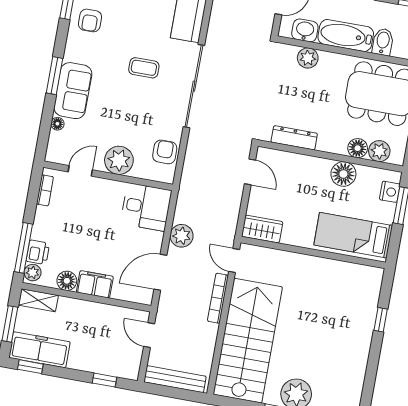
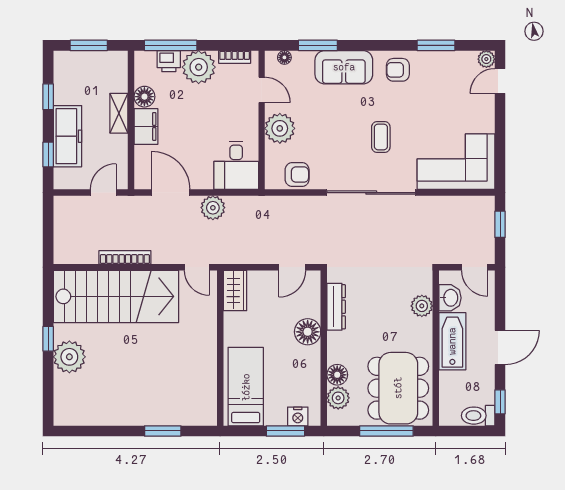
armchair: (90, 20) -> (398, 70), moved
bidet: (383, 42) -> (453, 381), removed
window: (55, 76) -> (318, 45), moved
floor lamp: (57, 124) -> (284, 57), moved
floor lamp: (343, 174) -> (308, 332), moved
door: (234, 261) -> (197, 267), swing flipped
plant: (33, 273) -> (199, 67), moved, width x1.88, depth x1.88
bookcase: (218, 298) -> (125, 257), moved
shelving: (38, 300) -> (119, 113), moved
window: (381, 320) -> (163, 431), width x1.50
freezer: (40, 350) -> (67, 136), moved
window: (30, 367) -> (48, 97), moved
bench: (175, 379) -> (62, 228), removed

